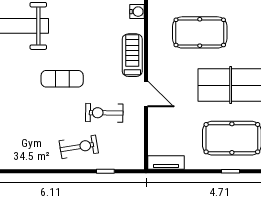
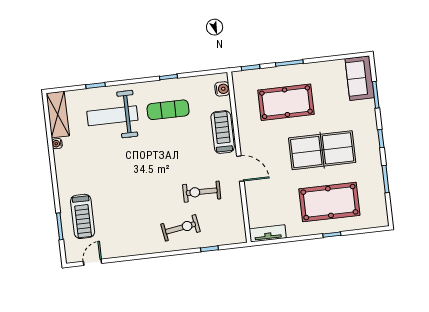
exercise mat: (62, 79) -> (168, 110), moved

